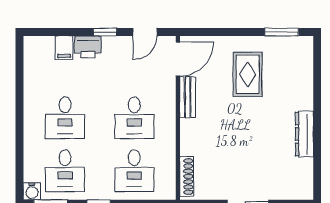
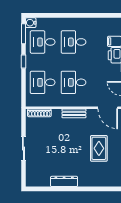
rug: (248, 74) -> (99, 148), turned 90
bench: (188, 97) -> (74, 113), moved

